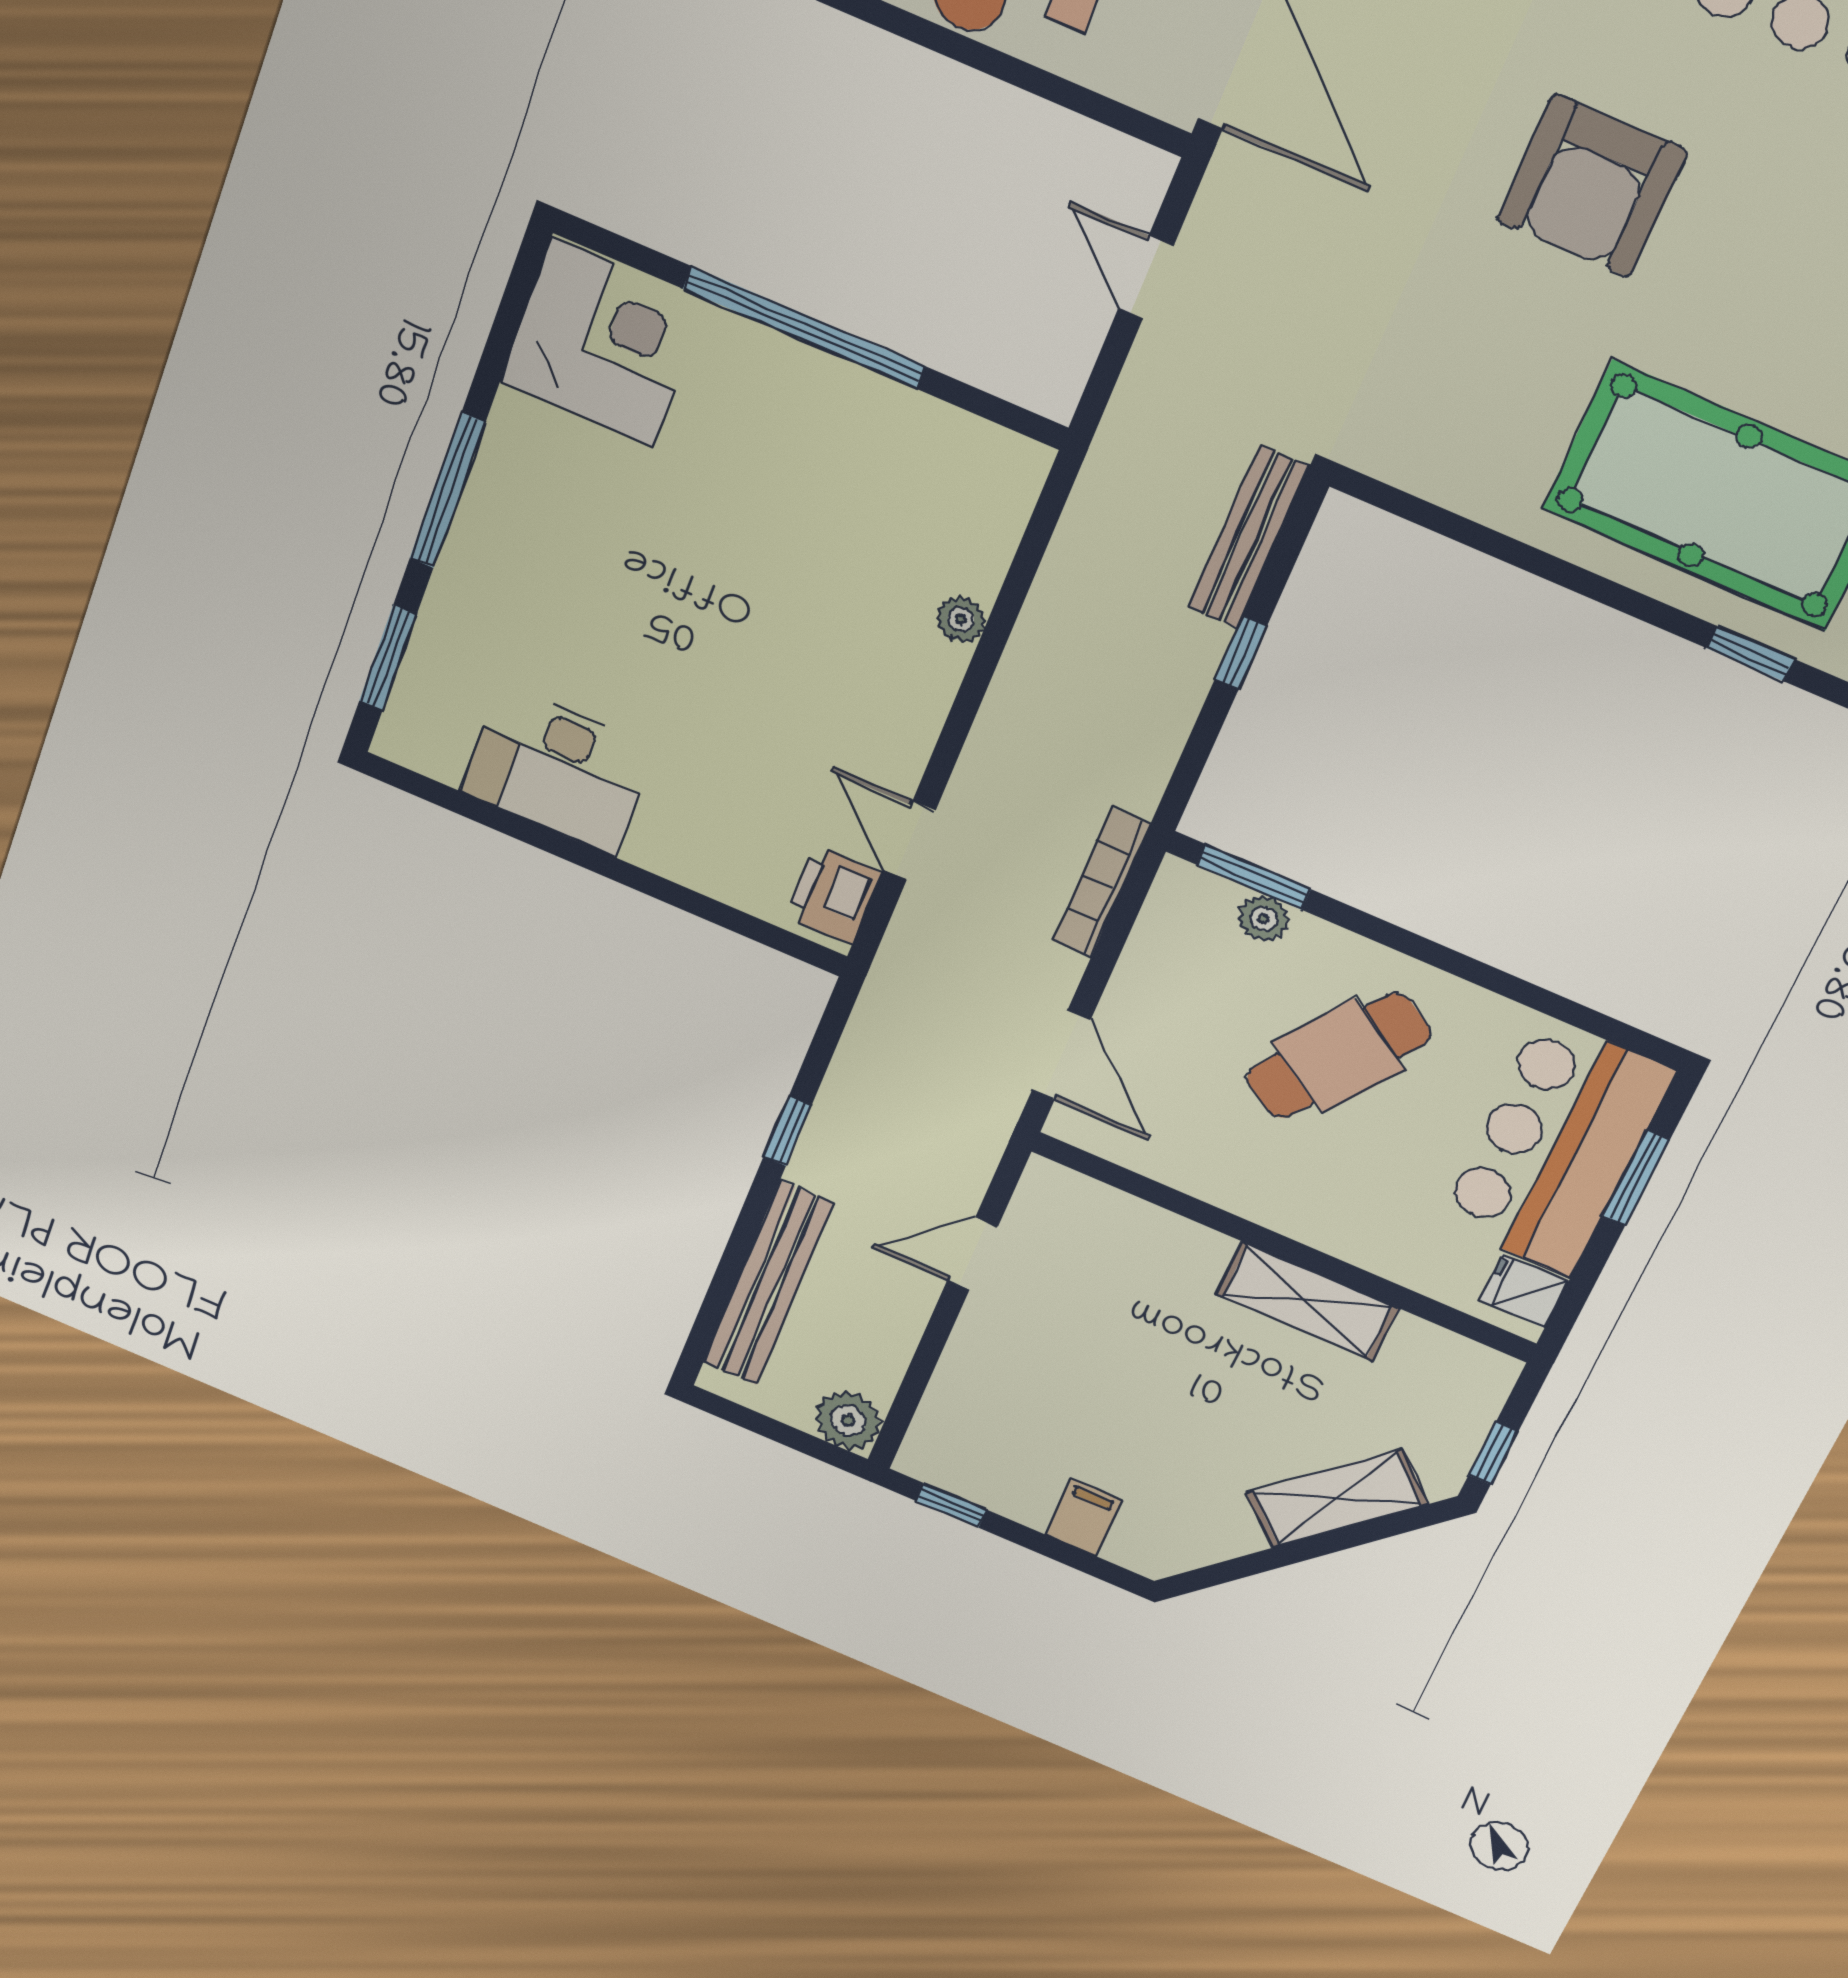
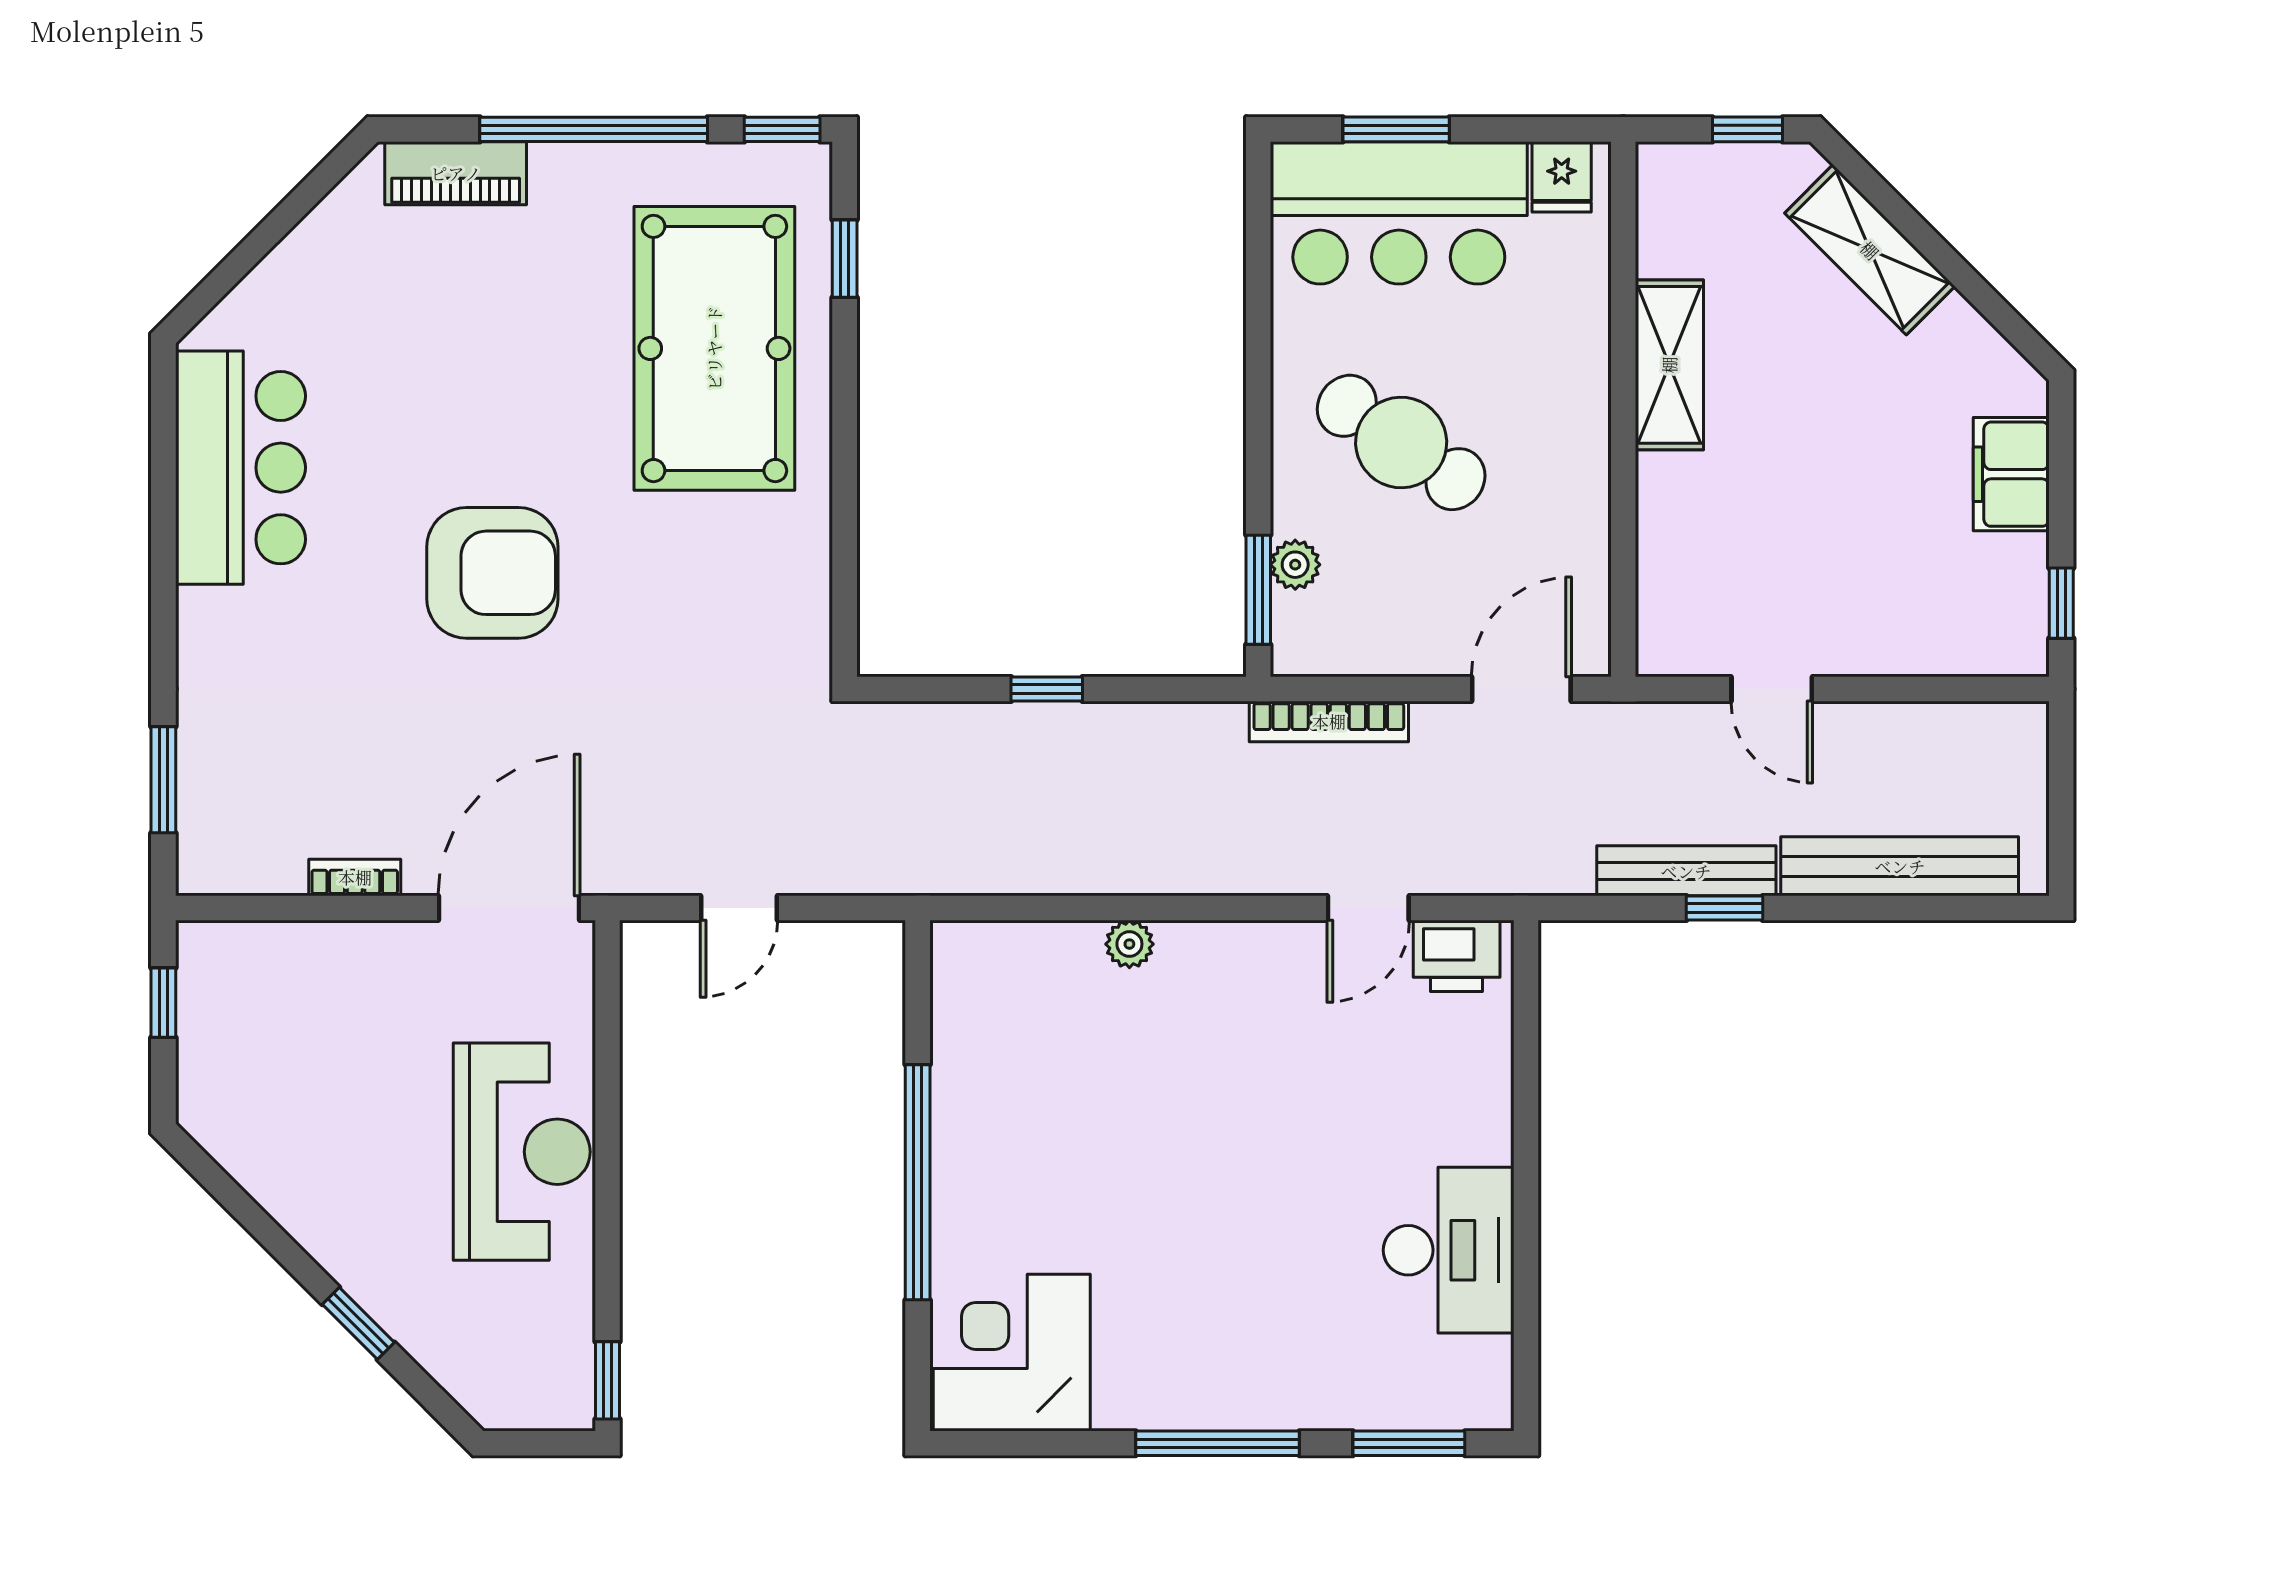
bench: (1249, 537) -> (1686, 871), moved
plant: (848, 1420) -> (2014, 736), removed
filing cabinet: (1084, 1518) -> (2011, 474), width x2.00

